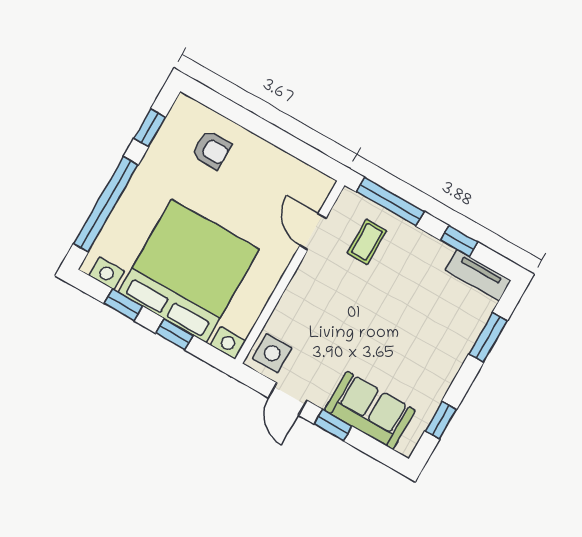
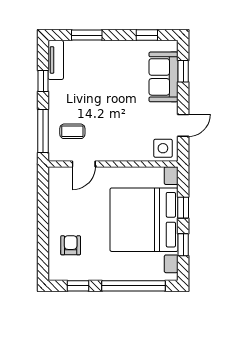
window: (333, 425) -> (183, 71), moved

